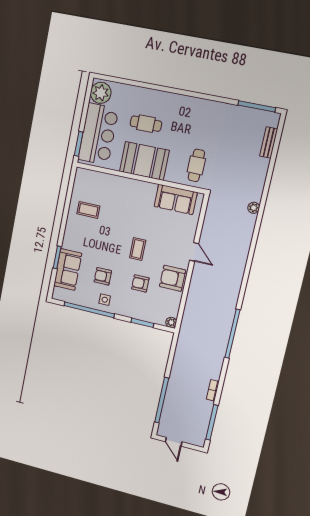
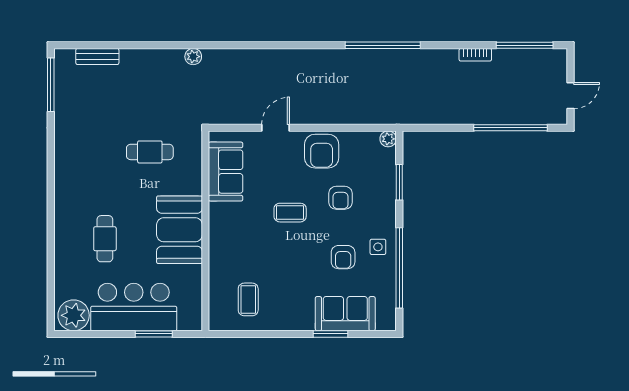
booth: (144, 161) -> (180, 230), moved
wall: (140, 178) -> (205, 231), moved
sofa: (176, 199) -> (226, 172), moved

